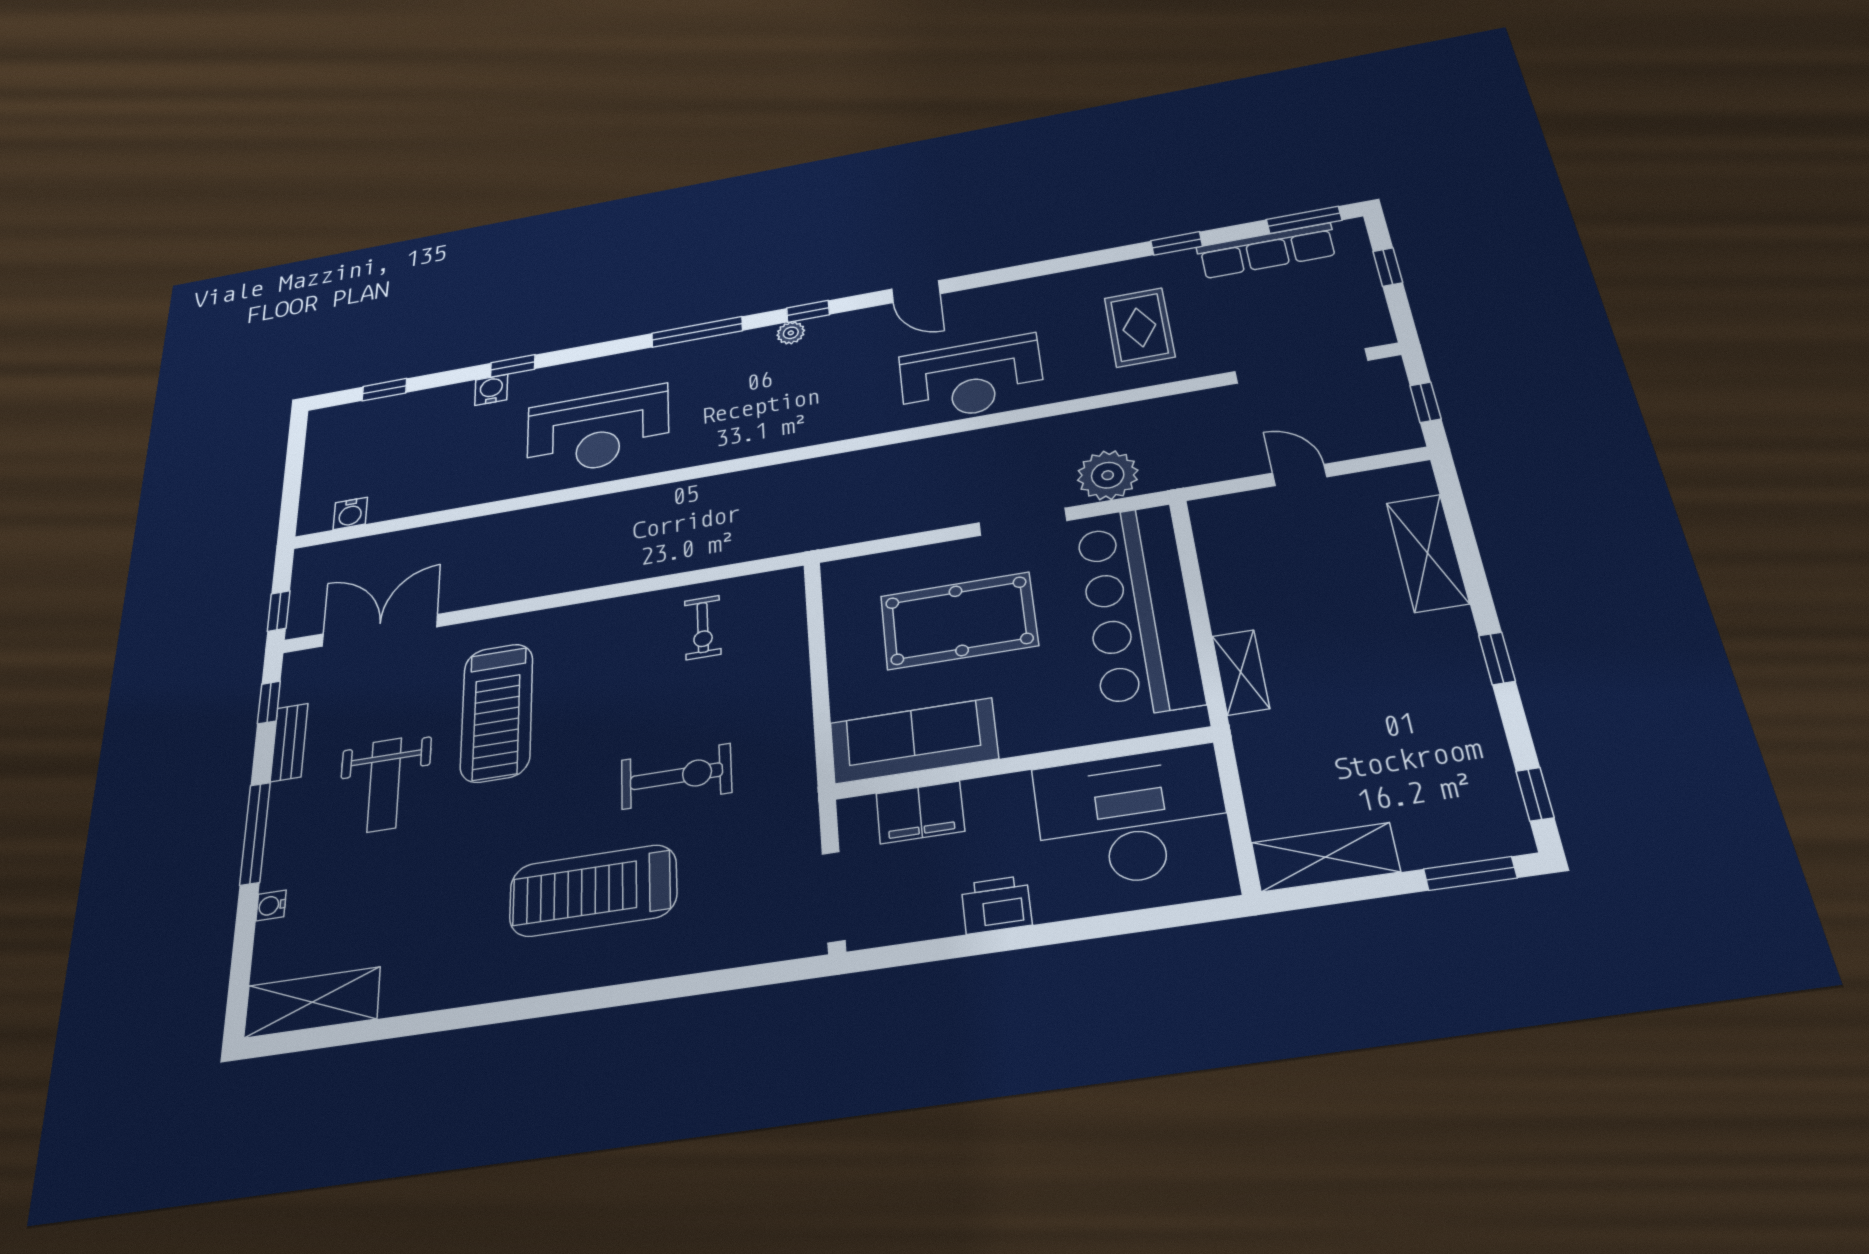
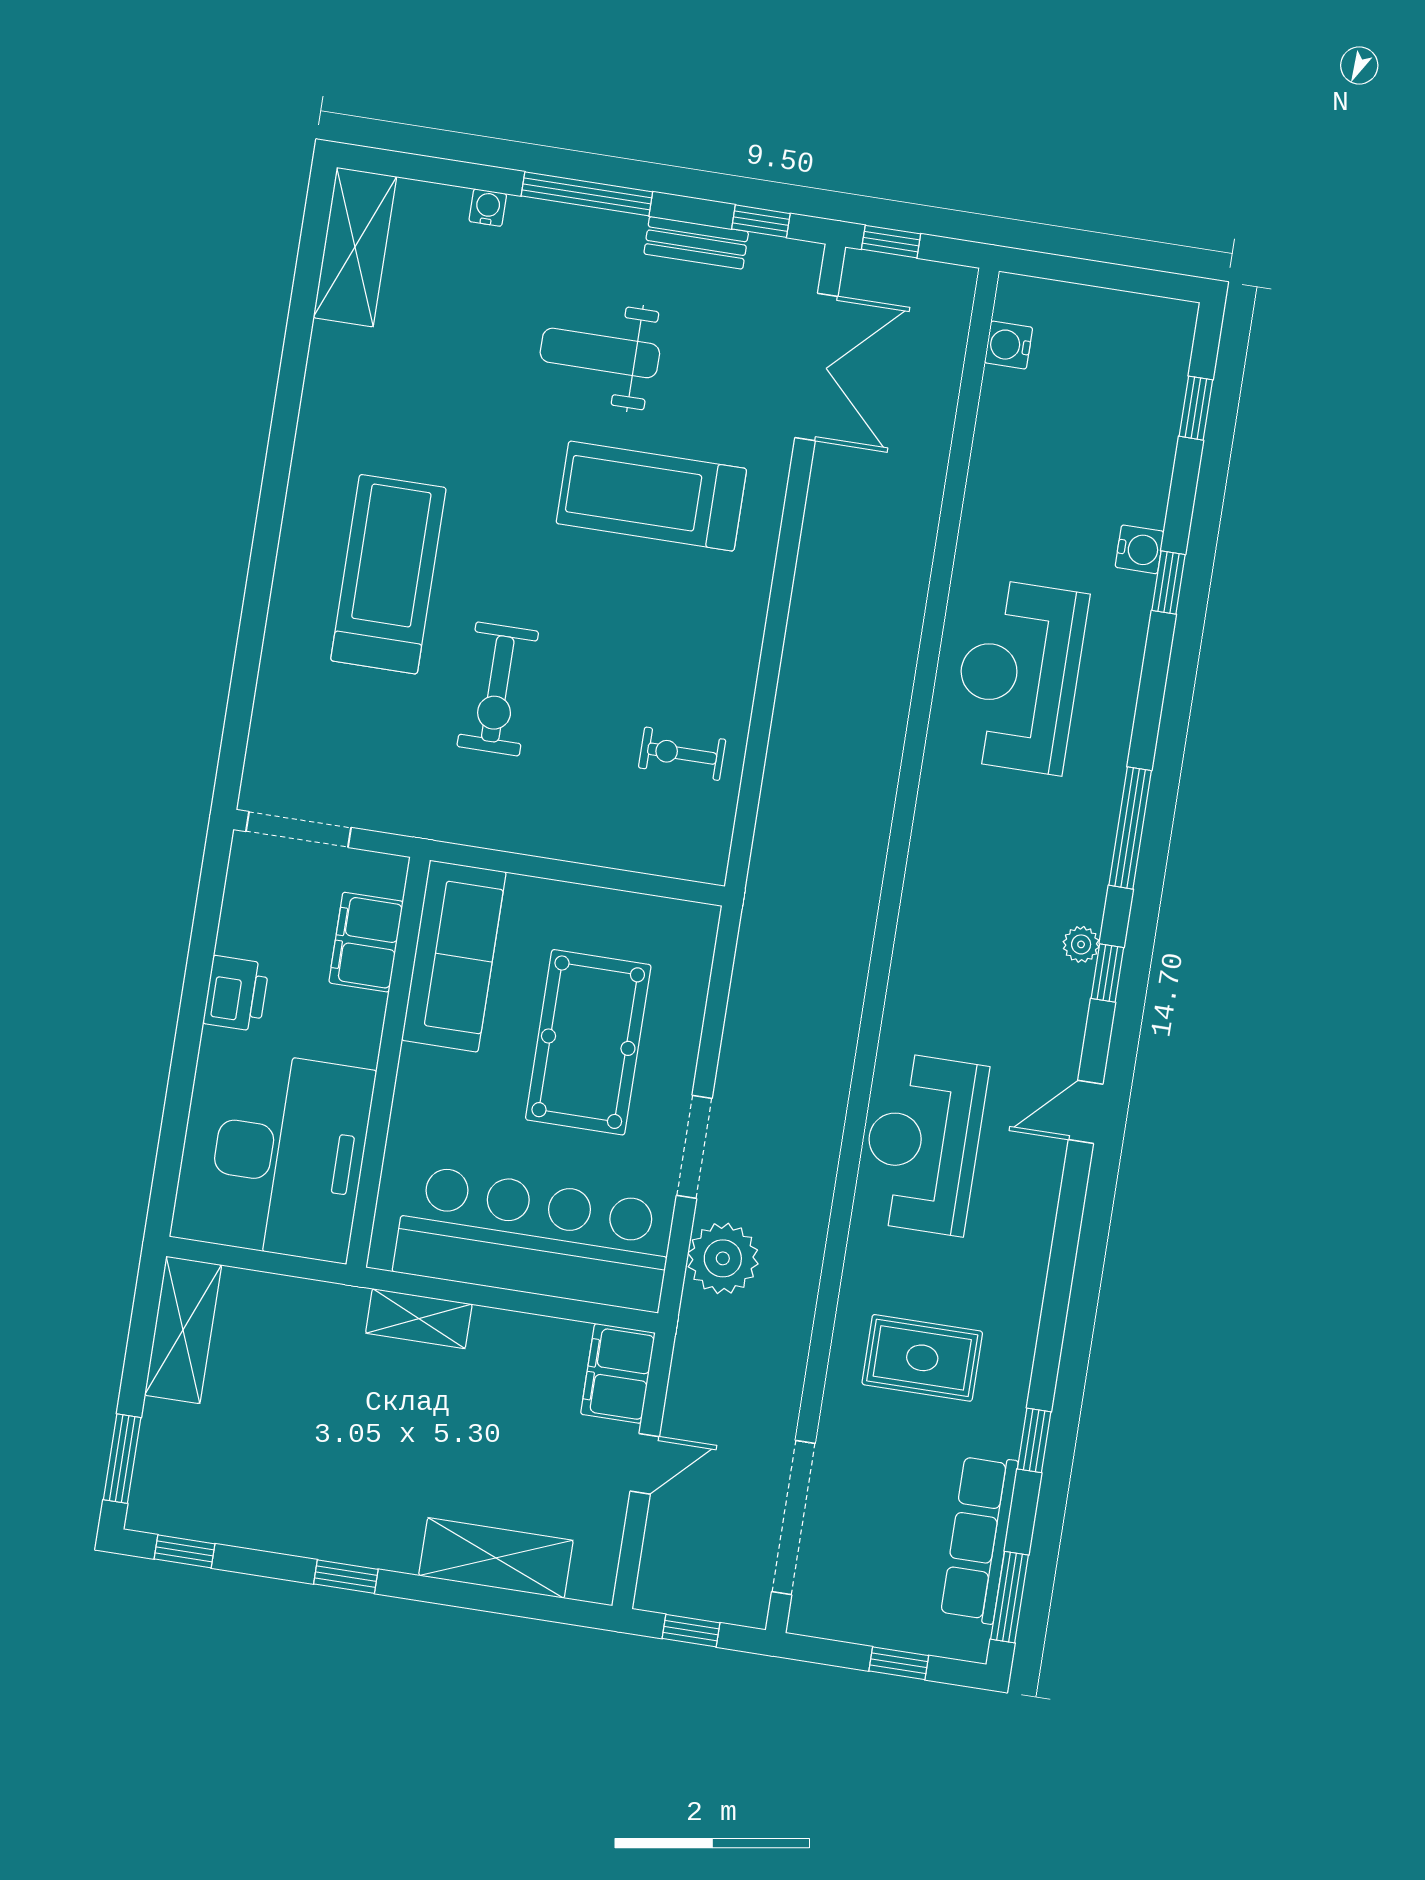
filing cabinet: (1231, 516) -> (618, 1373), added

